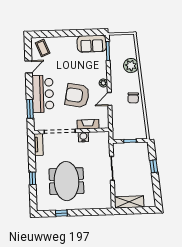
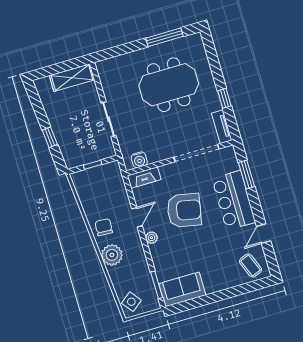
side table: (127, 44) -> (131, 302), added
plant: (131, 66) -> (112, 255), moved
fireplace: (88, 124) -> (144, 178), moved
water cooler: (83, 137) -> (139, 160), moved
window: (32, 178) -> (224, 98), moved
meeting table: (66, 181) -> (169, 85), turned 90
window: (61, 213) -> (164, 37), width x2.17

